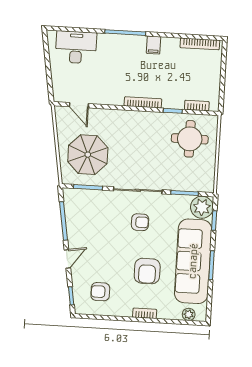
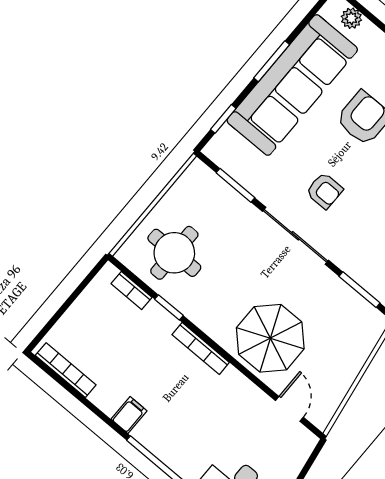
parasol: (88, 155) -> (270, 338), moved
plant: (202, 207) -> (226, 149), removed
armchair: (140, 222) -> (324, 191), turned 180

